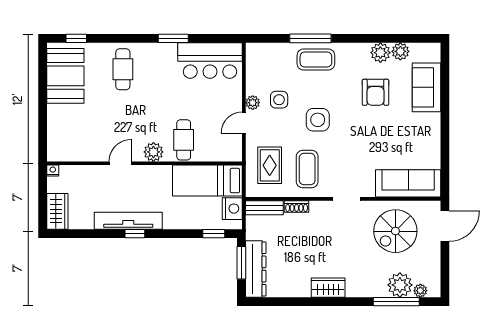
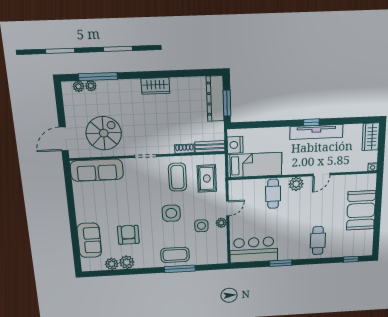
booth: (65, 76) -> (361, 210), moved
window: (214, 234) -> (249, 125), removed
plant: (400, 285) -> (91, 86), width x0.53, depth x0.53

